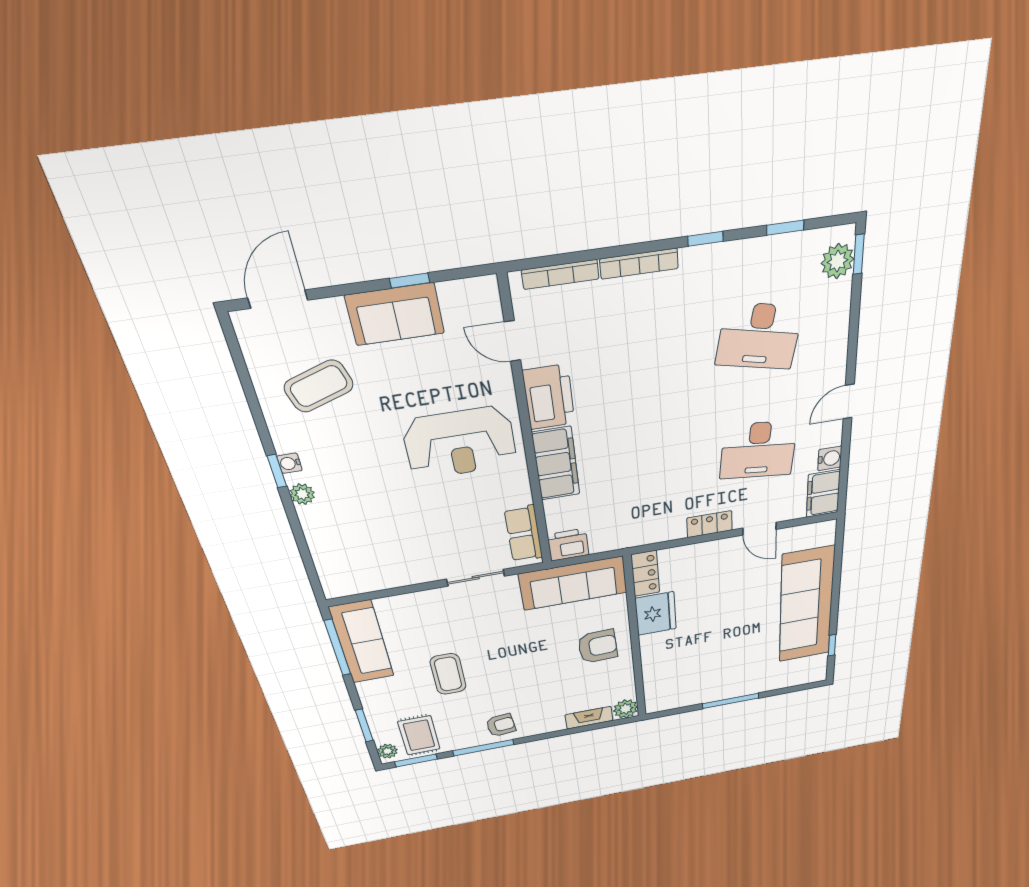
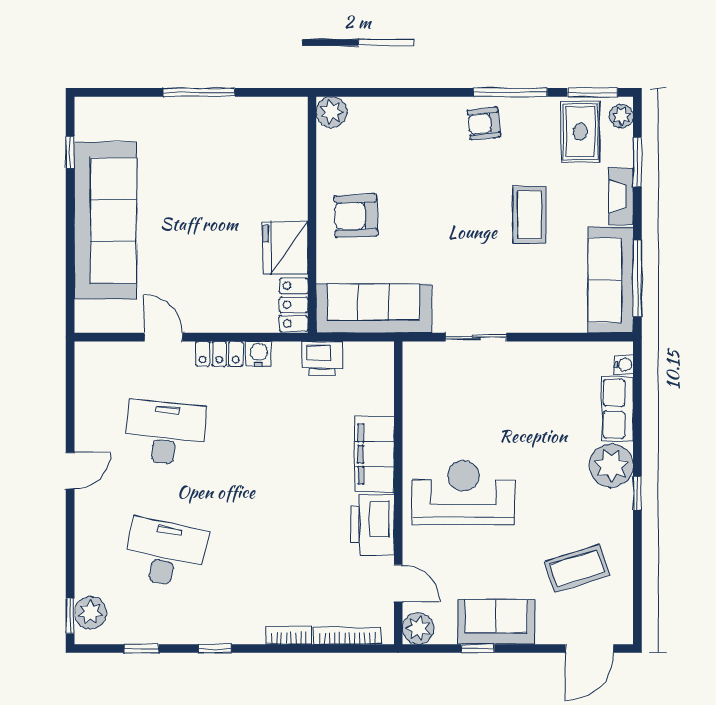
bookcase: (639, 264) -> (289, 635), width x0.64
plant: (482, 294) -> (418, 629), added
water cooler: (830, 458) -> (259, 354), moved, turned 90
water cooler: (290, 463) -> (624, 365), moved
plant: (302, 494) -> (611, 465), width x1.87, depth x1.87
filing cabinet: (823, 494) -> (92, 368), removed
row of seats: (524, 534) -> (618, 409), moved, turned 180
printer: (568, 545) -> (322, 358), moved
fireplace: (589, 718) -> (621, 196), moved, turned 90

